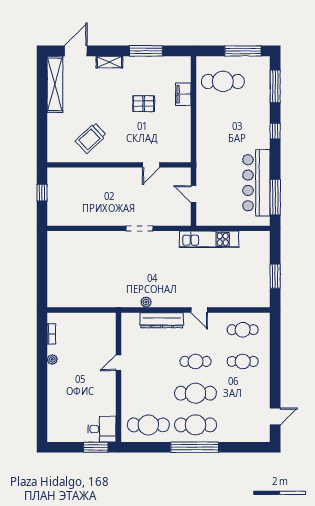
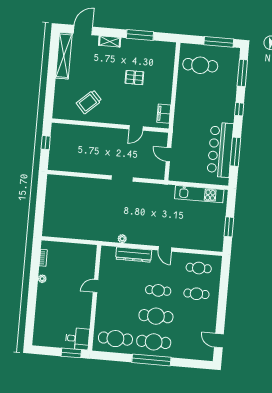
filing cabinet: (183, 94) -> (164, 114), moved
window: (275, 197) -> (235, 152), moved
kitchen unit: (209, 239) -> (199, 194), moved
door: (275, 416) -> (219, 341), swing flipped

